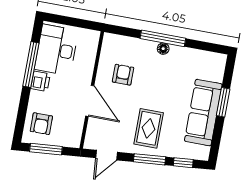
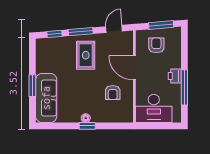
window: (163, 38) -> (87, 126), width x0.46
desk: (56, 50) -> (154, 108), moved, turned 90
sofa: (203, 113) -> (46, 98), moved
armchair: (41, 124) -> (156, 45), moved

